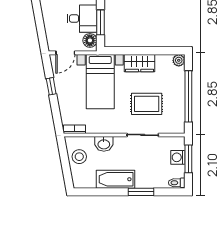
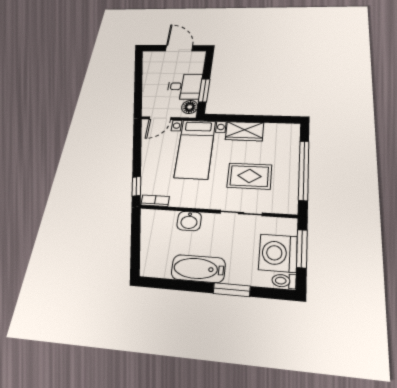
plant: (179, 60) -> (293, 130), removed
window: (51, 86) -> (136, 186), moved
stool: (79, 157) -> (155, 235), removed
washing machine: (178, 157) -> (278, 253), width x1.89, depth x1.89

